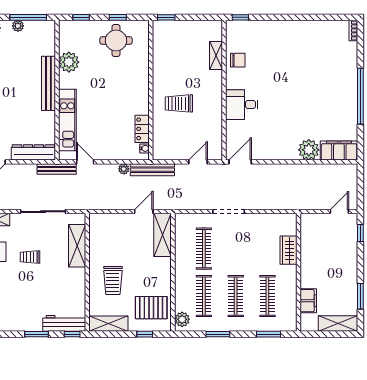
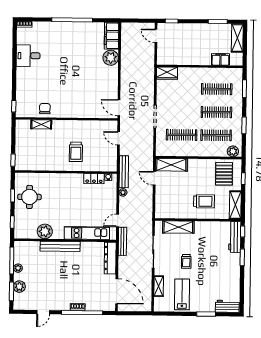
desk: (242, 105) -> (28, 56), moved, turned 90
wardrobe: (289, 250) -> (167, 73), moved

